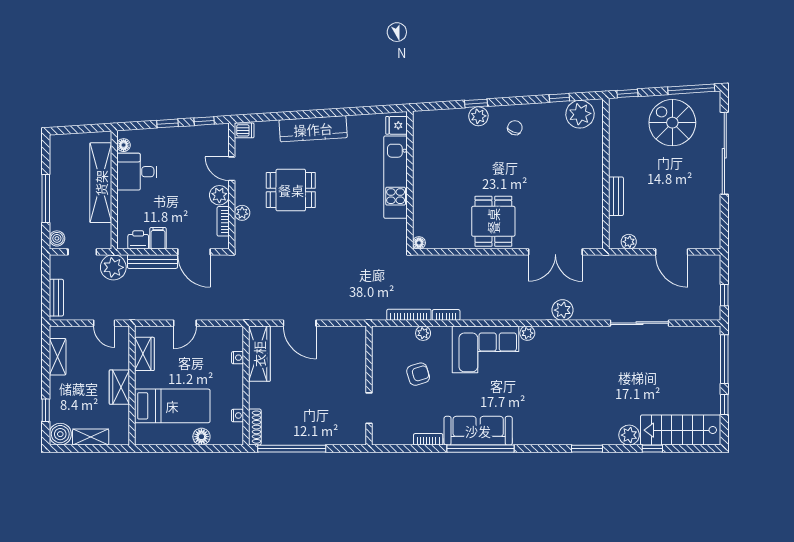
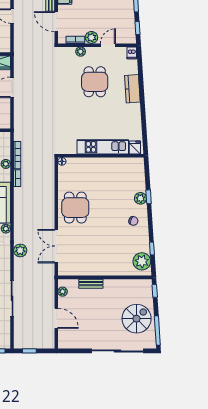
kitchen counter: (313, 129) -> (132, 89), width x0.67
dining table: (493, 221) -> (75, 208), turned 90
door: (194, 252) -> (56, 22), hinge flipped
door: (672, 252) -> (56, 318), swing flipped

